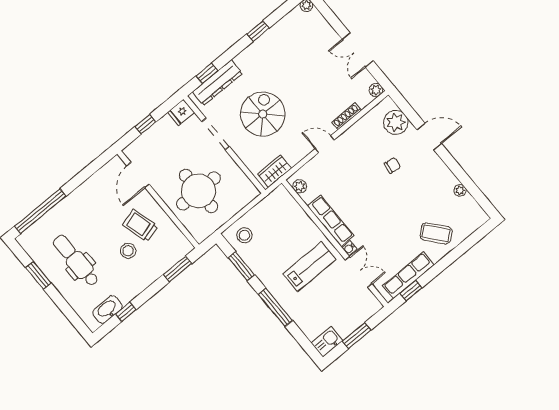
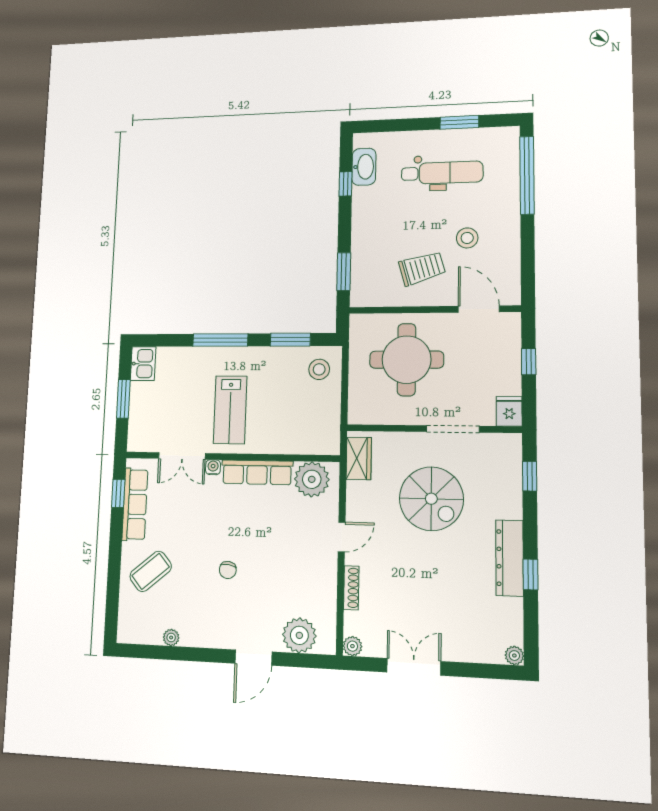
dresser: (217, 83) -> (510, 558), moved
chair: (392, 165) -> (228, 570), moved
plant: (300, 186) -> (312, 479), width x1.88, depth x1.88
stool: (128, 251) -> (467, 238), moved

